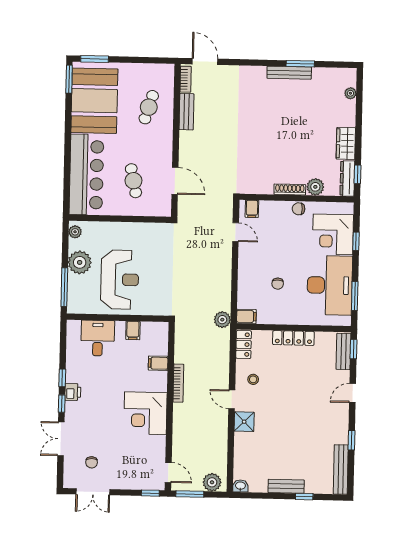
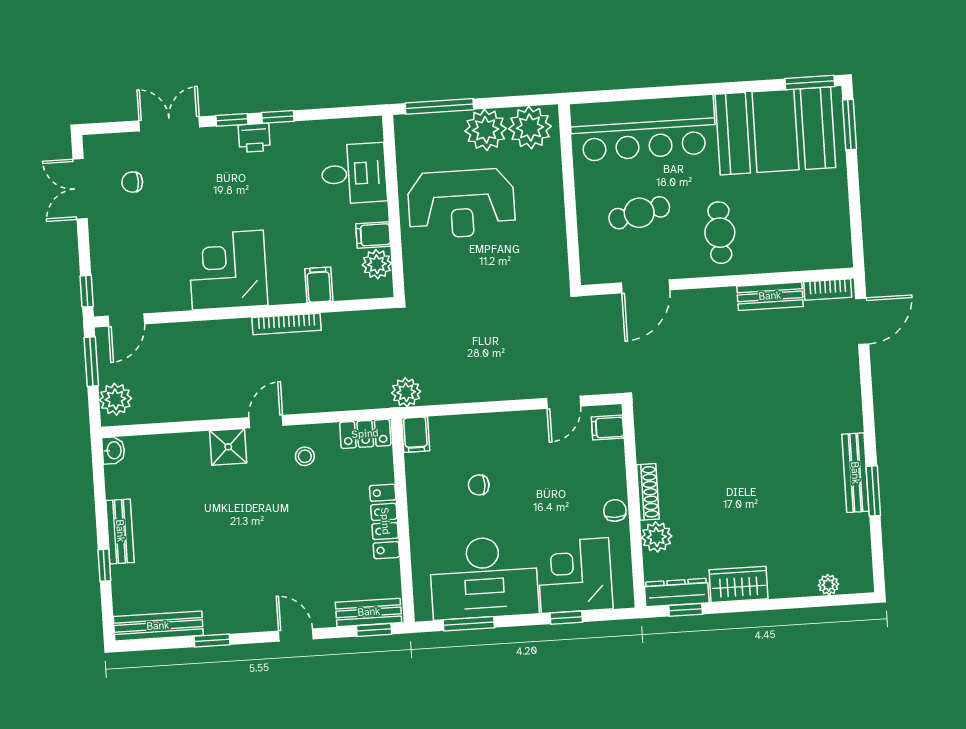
cafe table: (149, 107) -> (720, 233), moved, turned 73
plant: (75, 232) -> (530, 127), width x1.87, depth x1.87
plant: (149, 330) -> (377, 264), added

